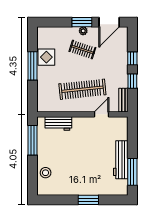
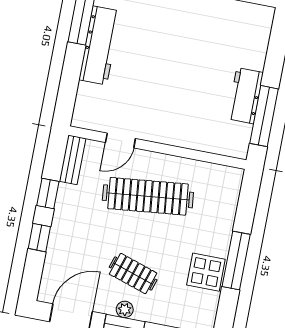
workbench: (58, 123) -> (245, 96), moved, turned -90
stool: (46, 173) -> (251, 48), removed

